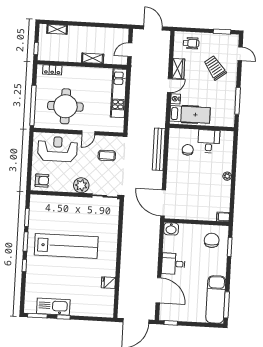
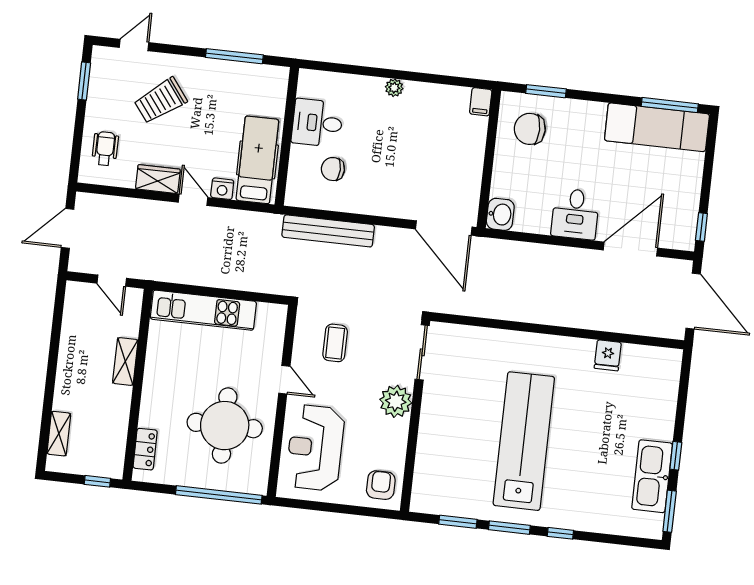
door: (163, 203) -> (444, 228), hinge flipped

